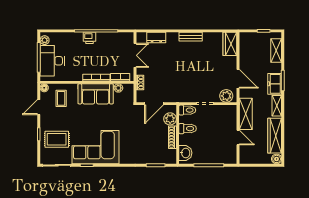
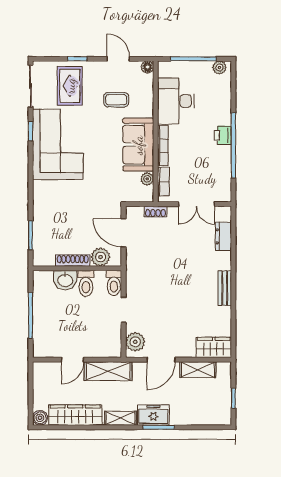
shelving: (276, 51) -> (198, 370), moved
desk: (52, 61) -> (176, 101), moved, turned -90
coffee table: (61, 98) -> (116, 100), moved
washbasin: (185, 153) -> (65, 280), moved

